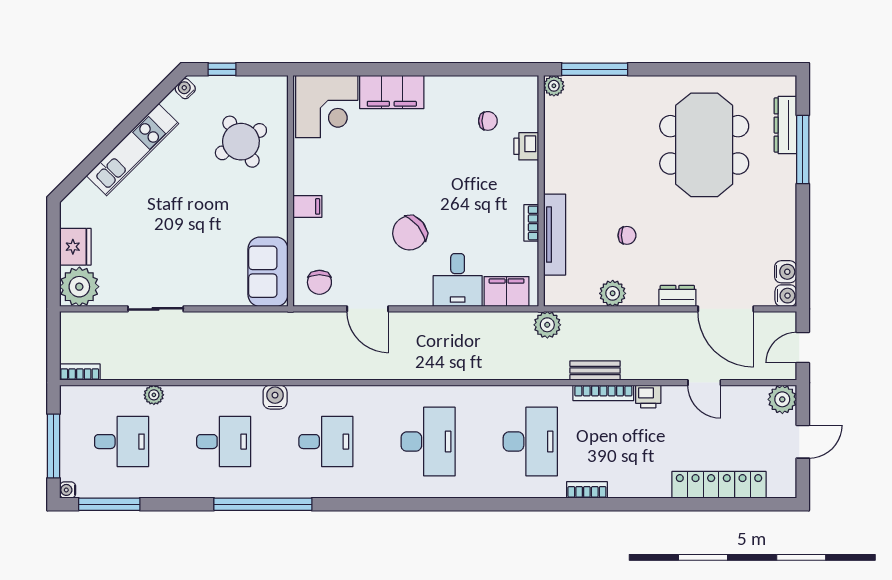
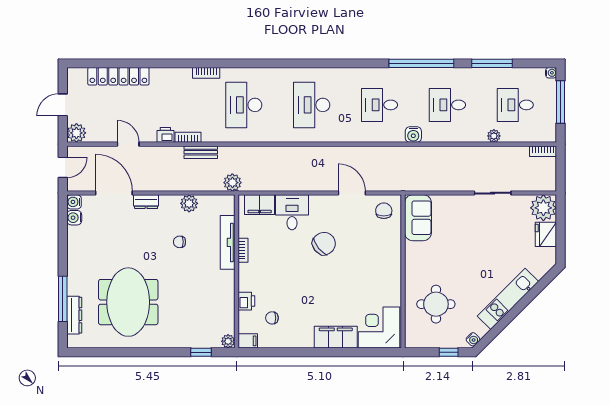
window: (595, 69) -> (201, 352), width x0.46
round table: (241, 142) -> (436, 304), turned 31
filing cabinet: (307, 206) -> (248, 341), moved, turned 180
bookcase: (603, 393) -> (188, 137), width x0.64
window: (109, 504) -> (492, 63), moved

